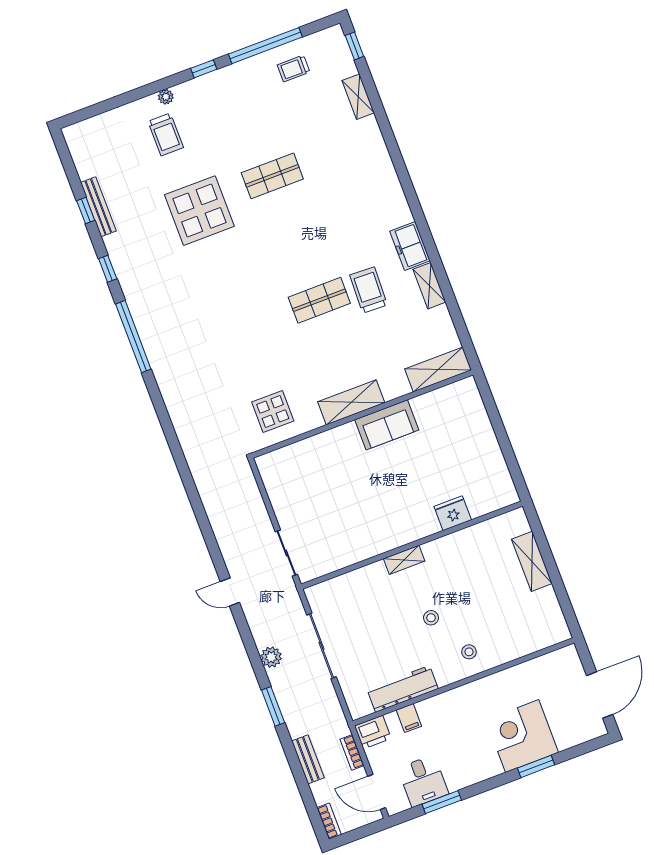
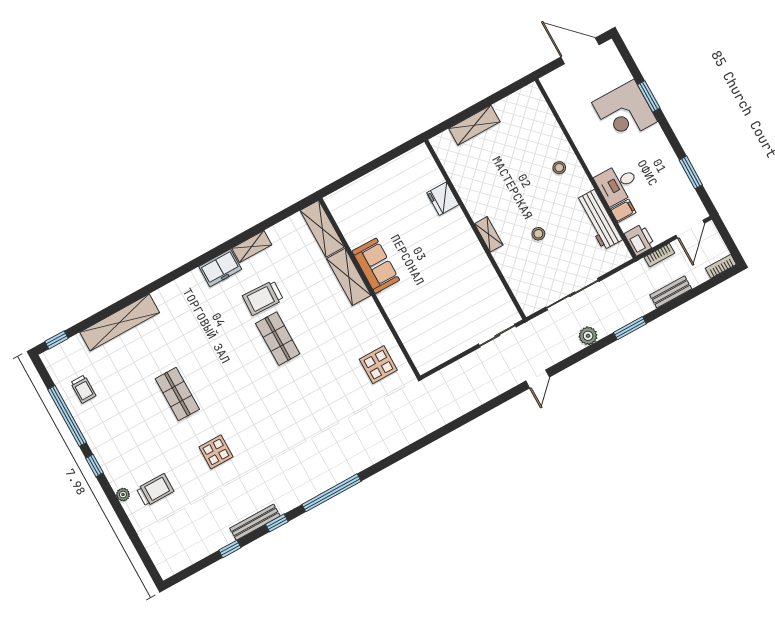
shelving: (358, 97) -> (120, 322), width x2.20, depth x1.33
bench: (98, 207) -> (255, 522), moved
display table: (199, 211) -> (216, 452), width x0.54, depth x0.54
shelving: (351, 402) -> (349, 277), moved
stool: (431, 618) -> (538, 234), moved
desk: (423, 781) -> (617, 184), moved, turned 180

